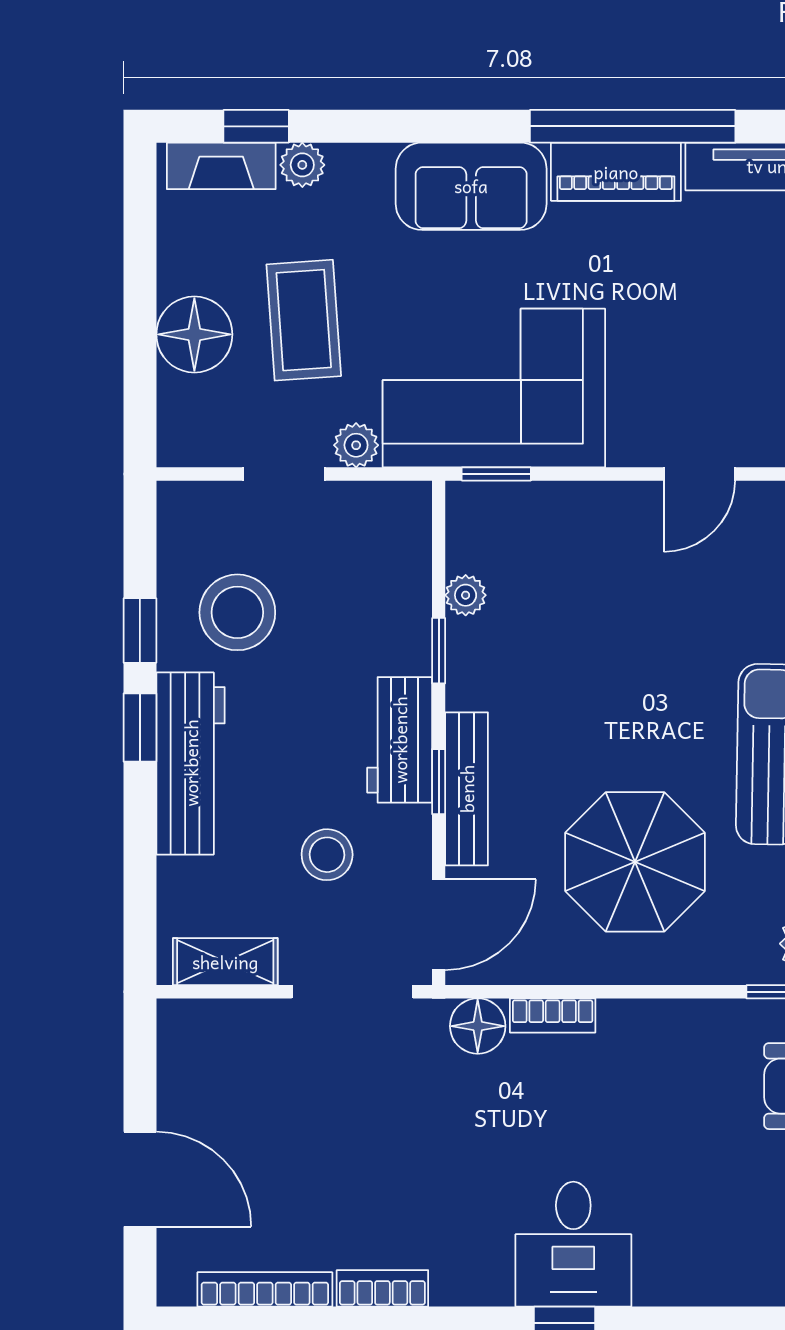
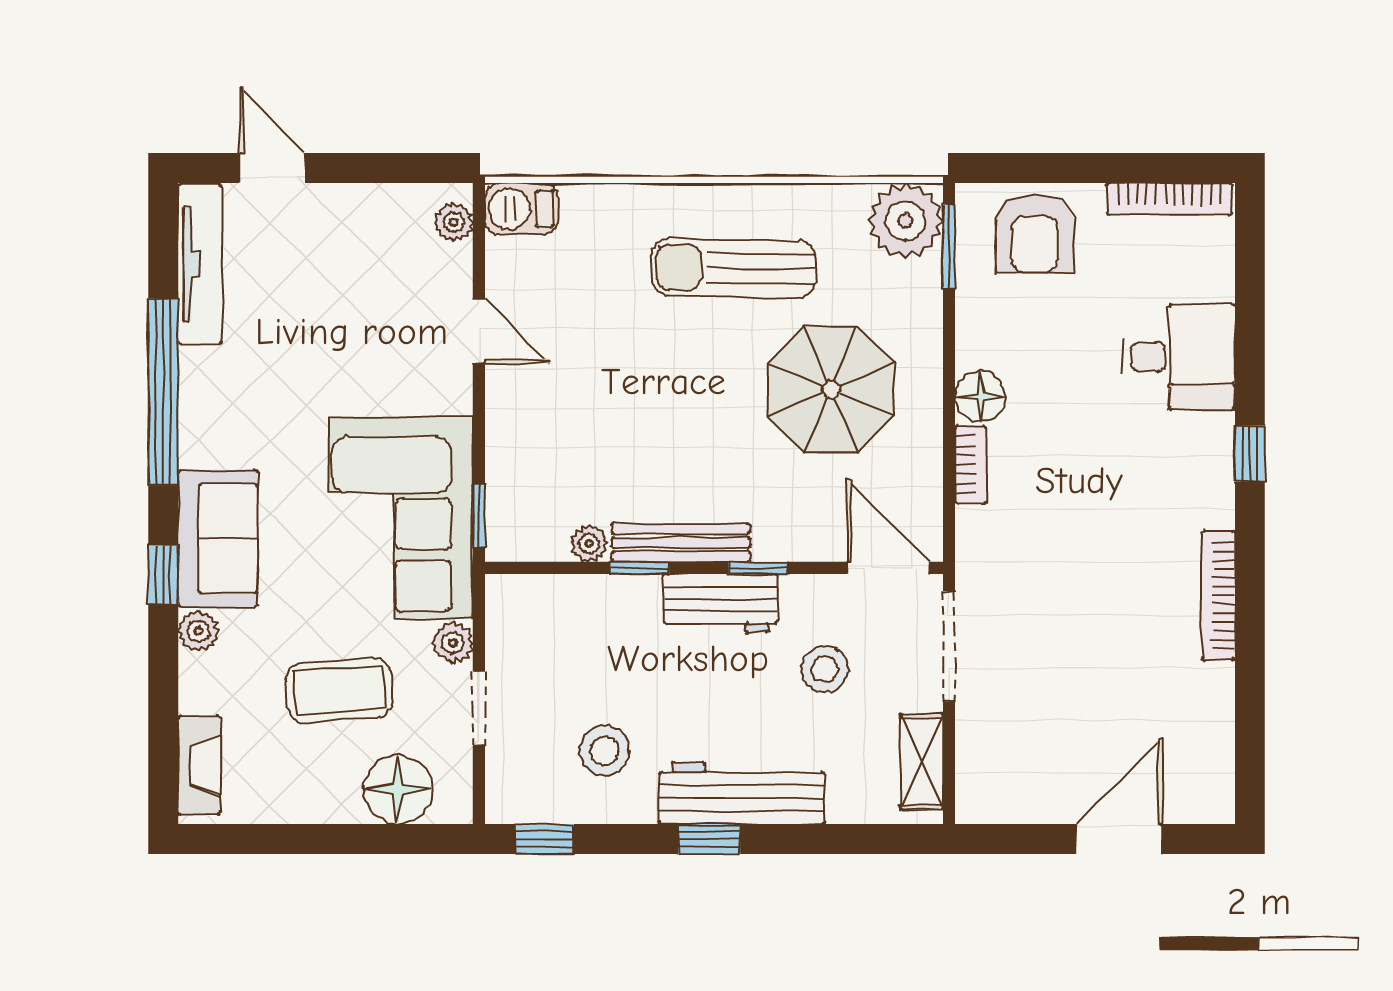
window: (256, 126) -> (163, 575), moved
plant: (302, 165) -> (198, 631), moved
piano: (616, 172) -> (204, 407), removed
floor lamp: (194, 334) -> (398, 790), moved
stool: (237, 612) -> (605, 751), width x0.73, depth x0.73
window: (140, 631) -> (544, 839), moved
bench: (467, 789) -> (681, 543), moved
floor lamp: (478, 1026) -> (980, 396), moved
desk: (573, 1244) -> (1178, 357), moved
bookcase: (382, 1288) -> (1218, 596), width x1.56
bookcase: (265, 1289) -> (1219, 726), removed

